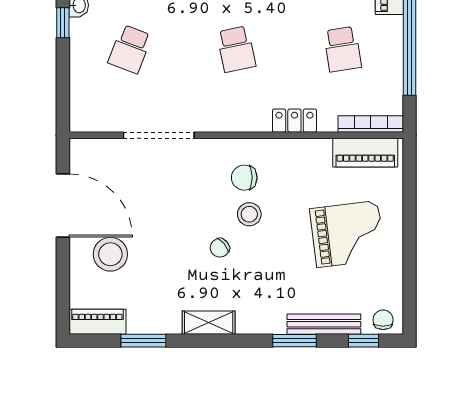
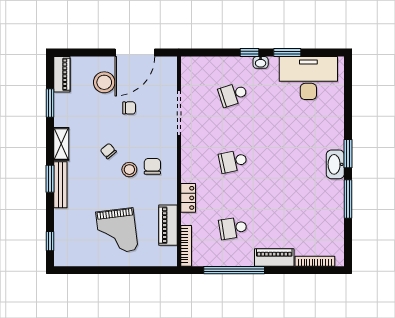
school desk: (130, 49) -> (233, 95), turned -39
piano: (365, 153) -> (168, 225), moved
chair: (383, 320) -> (129, 108), moved
bench: (324, 324) -> (60, 185), moved
window: (295, 341) -> (50, 179), moved

